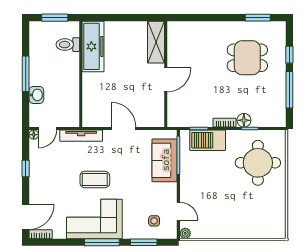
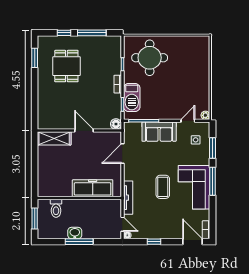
freezer: (93, 46) -> (93, 188), moved
washbasin: (36, 95) -> (75, 233), moved
floor lamp: (244, 120) -> (116, 124), moved
door: (124, 129) -> (122, 153), moved
sofa: (165, 160) -> (159, 132), moved

